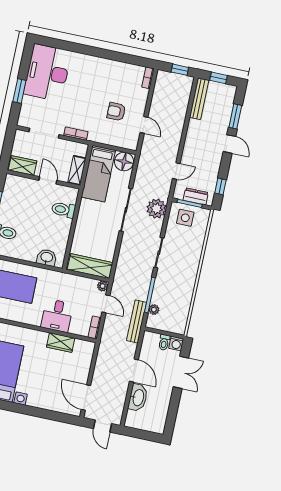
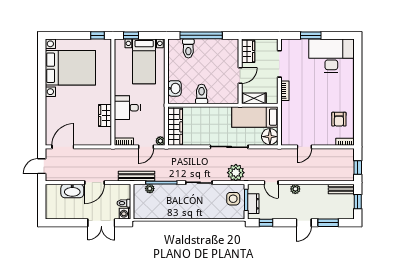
bench: (199, 99) -> (341, 189), width x0.73
armchair: (116, 112) -> (339, 119), moved, turned 180
plant: (189, 145) -> (295, 189), added
toilet: (63, 210) -> (202, 94), moved

